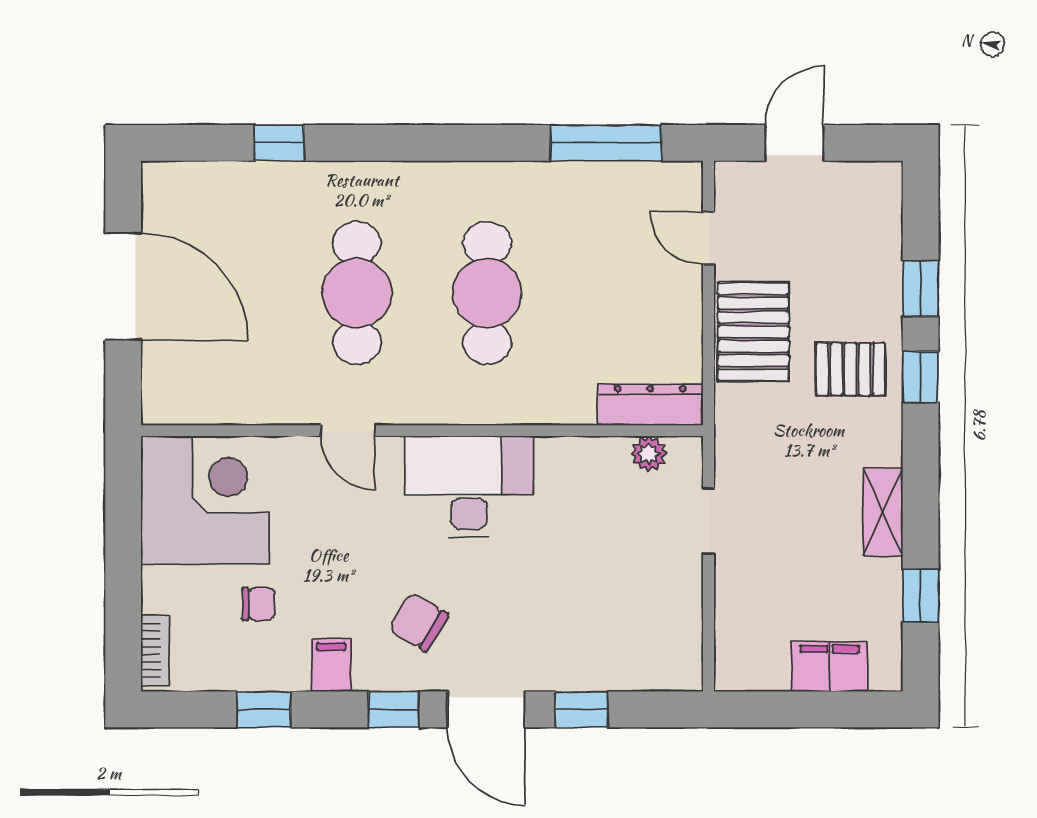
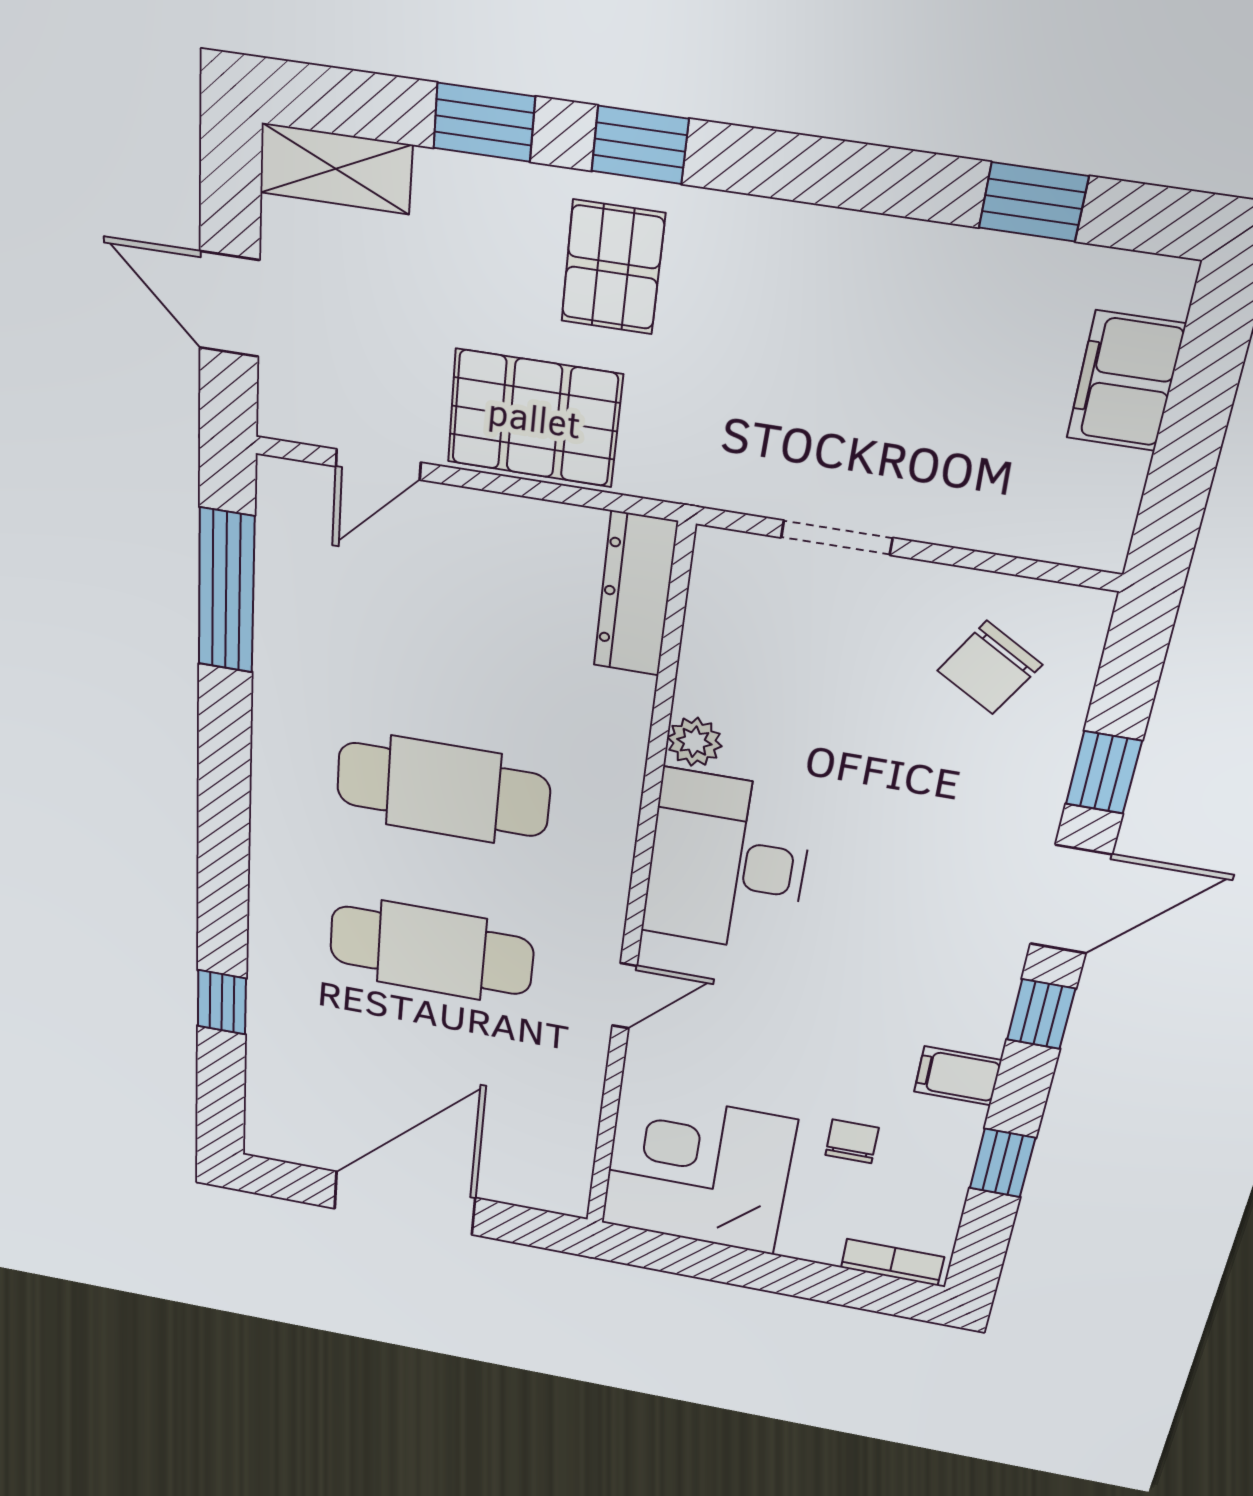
plant: (649, 454) -> (694, 742), moved
shelving: (883, 512) -> (336, 169), moved
chair: (419, 622) -> (990, 668), moved

